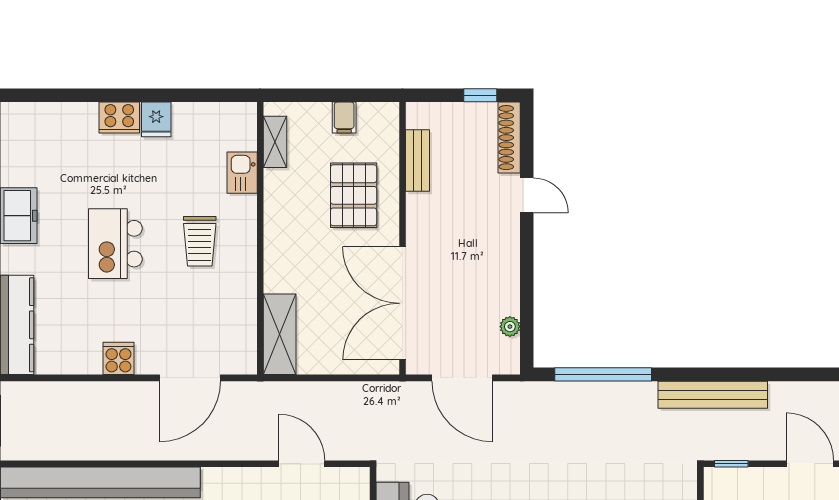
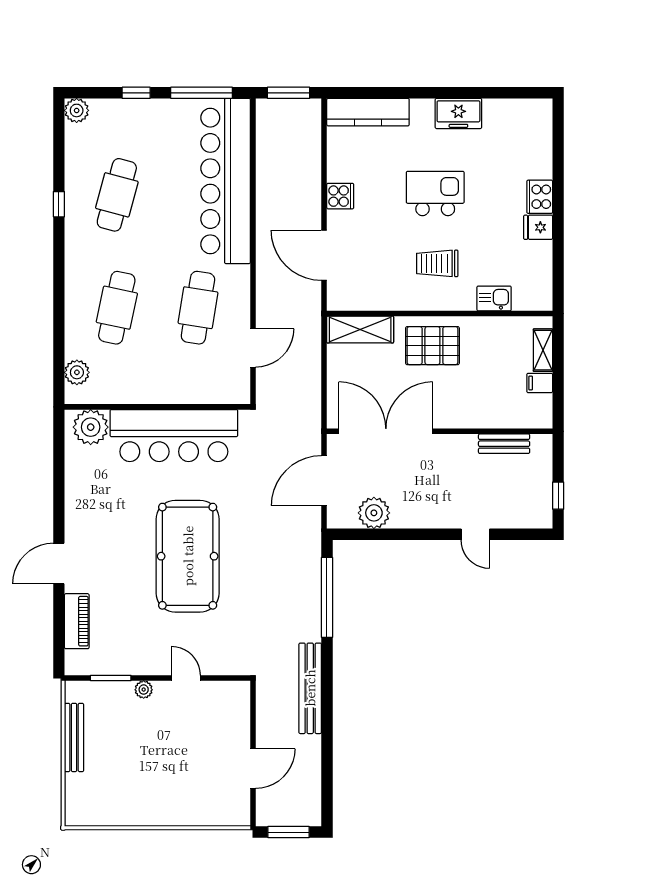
shoe rack: (509, 138) -> (523, 520), removed
shelving: (275, 142) -> (543, 350), moved, turned 90
pallet: (354, 195) -> (432, 346), moved
door: (527, 195) -> (475, 534), hinge flipped
plant: (510, 327) -> (374, 513), width x1.87, depth x1.87
window: (731, 464) -> (253, 704), removed

